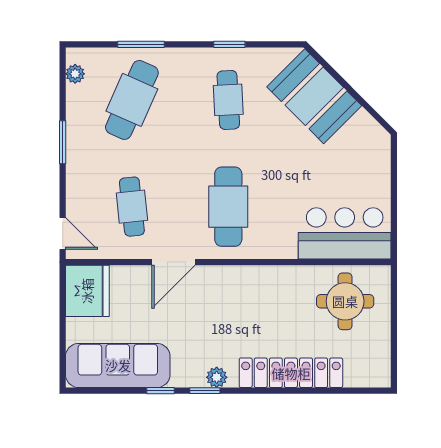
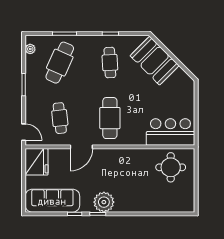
locker: (291, 373) -> (142, 204), removed
plant: (217, 377) -> (104, 202), width x1.88, depth x1.88

